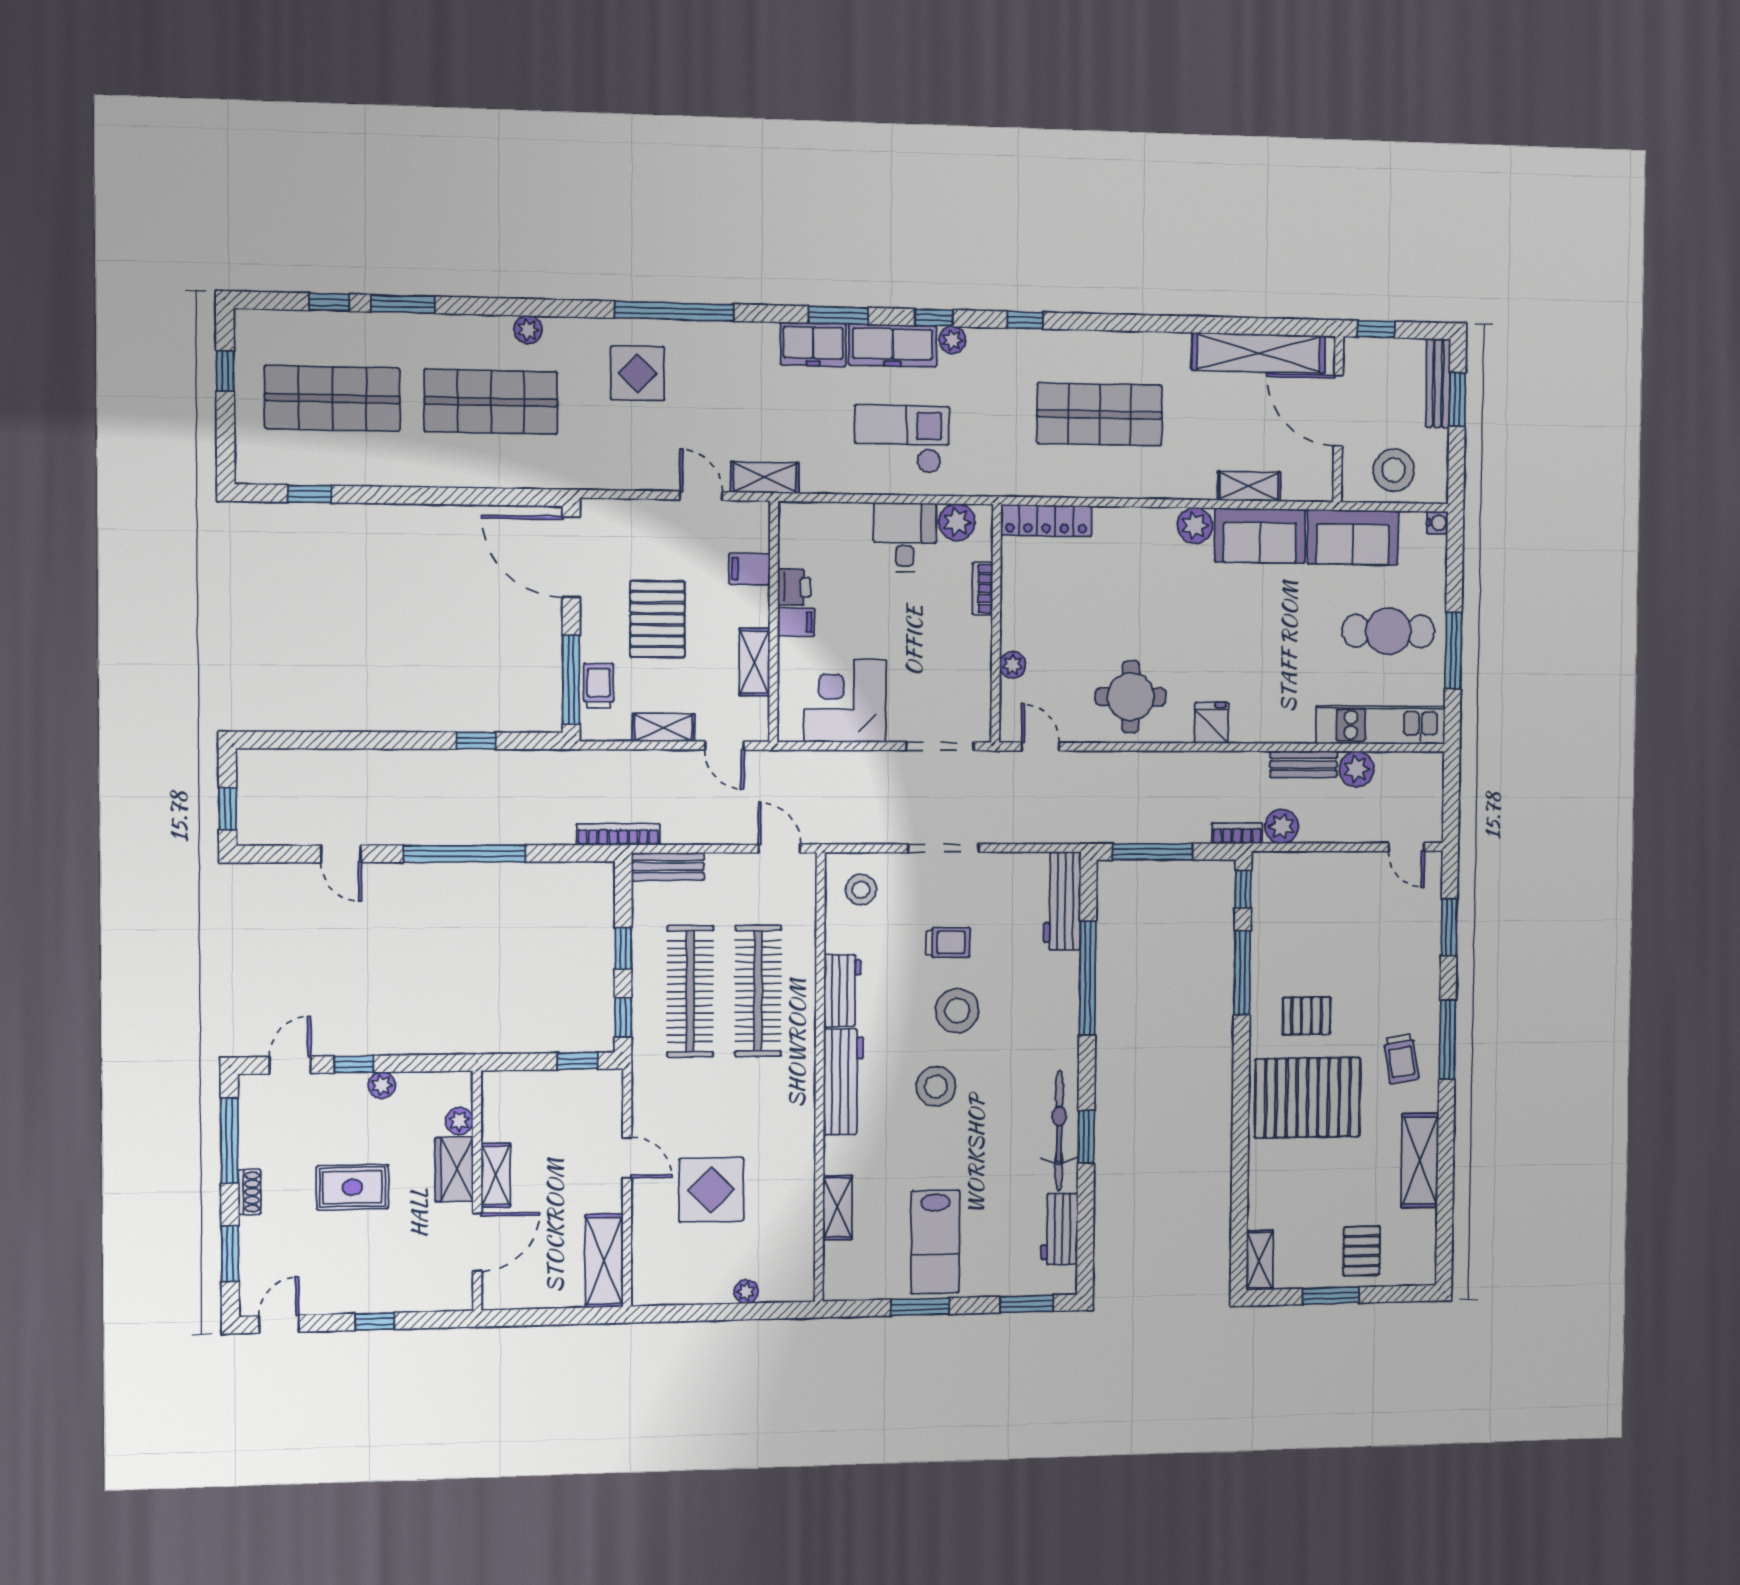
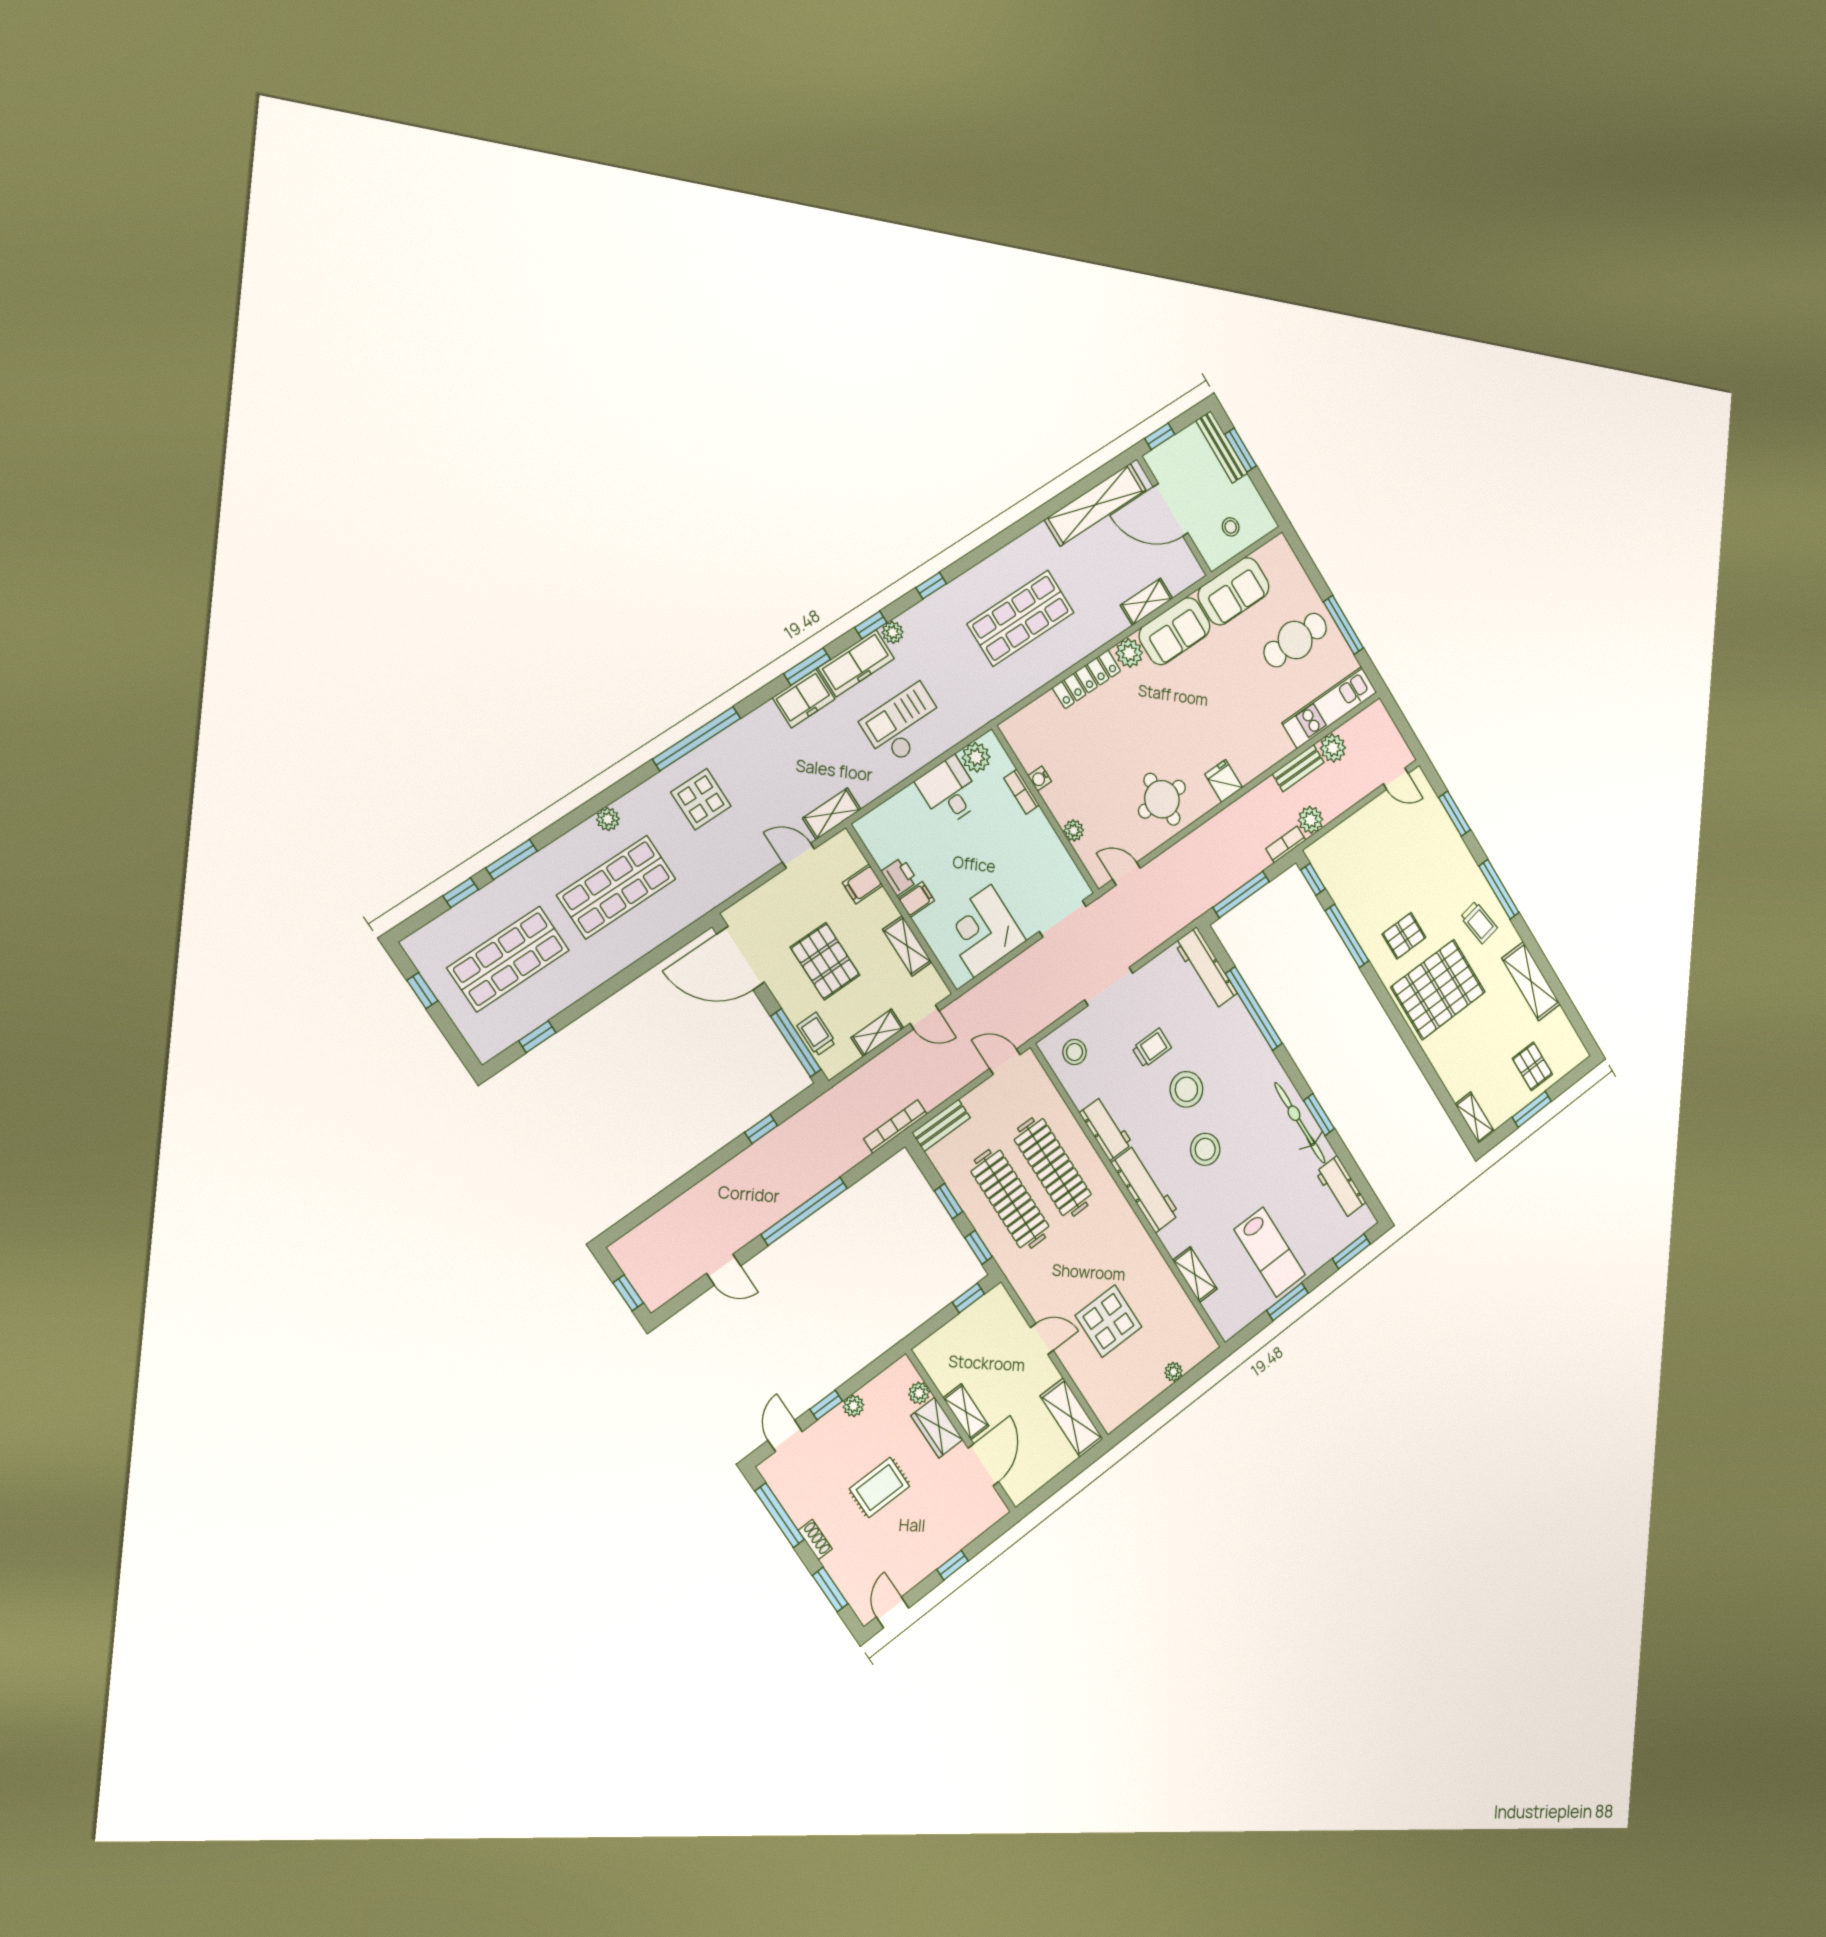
stool: (1394, 470) -> (1231, 527), width x0.53, depth x0.53
locker: (1046, 521) -> (1087, 679), moved
water cooler: (1437, 522) -> (1040, 778), moved, turned 180

